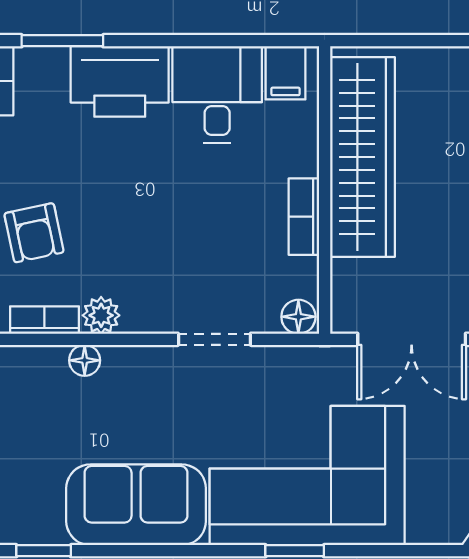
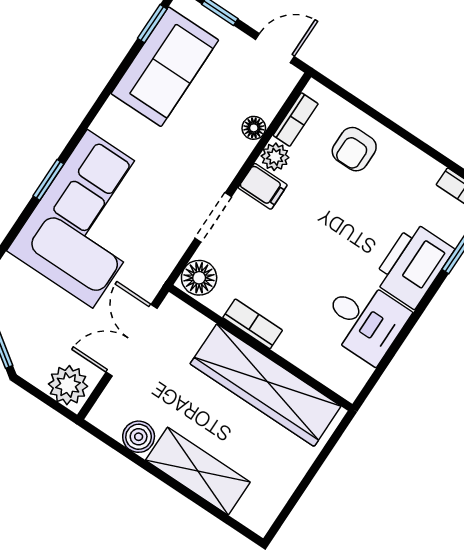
filing cabinet: (285, 73) -> (263, 186), moved, turned 180
armchair: (34, 233) -> (354, 149), turned -78
floor lamp: (298, 317) -> (199, 278), width x1.37, depth x1.37
sofa: (136, 505) -> (165, 67), moved

